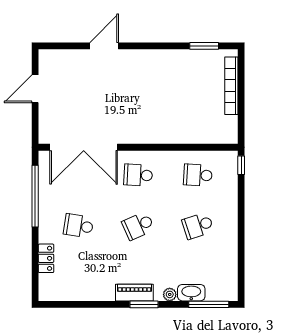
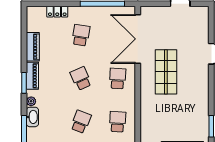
shop shelf: (129, 108) -> (166, 72), added
school desk: (198, 226) -> (81, 122), turned 39
piano: (94, 292) -> (33, 47), added

